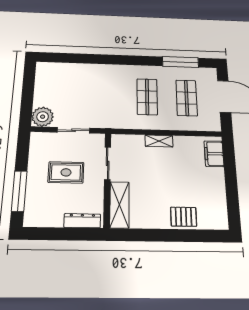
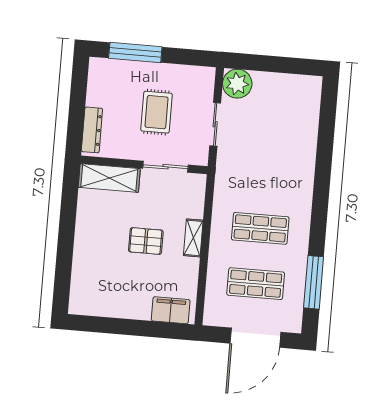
pallet: (184, 217) -> (146, 241), moved, turned 90

